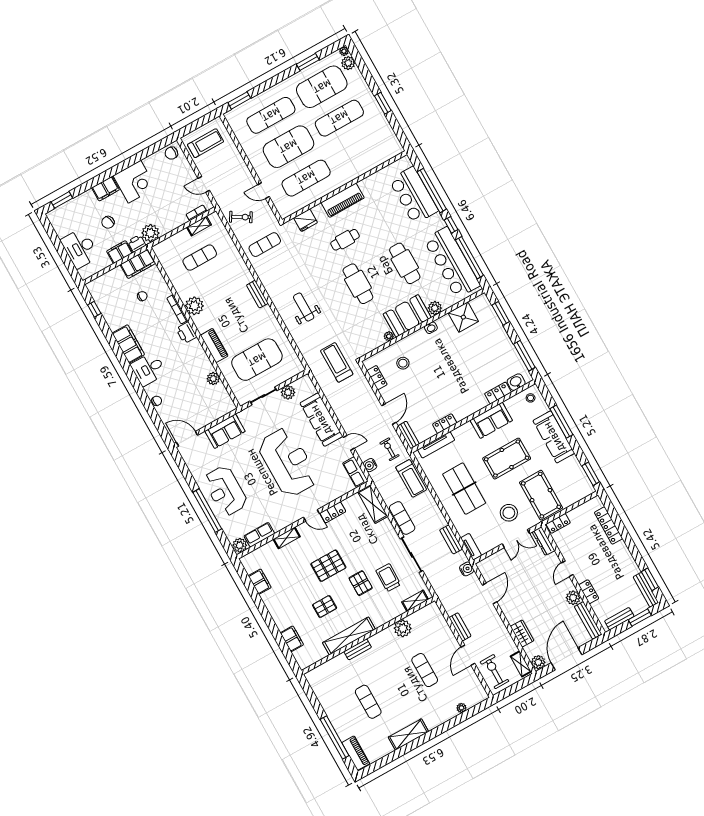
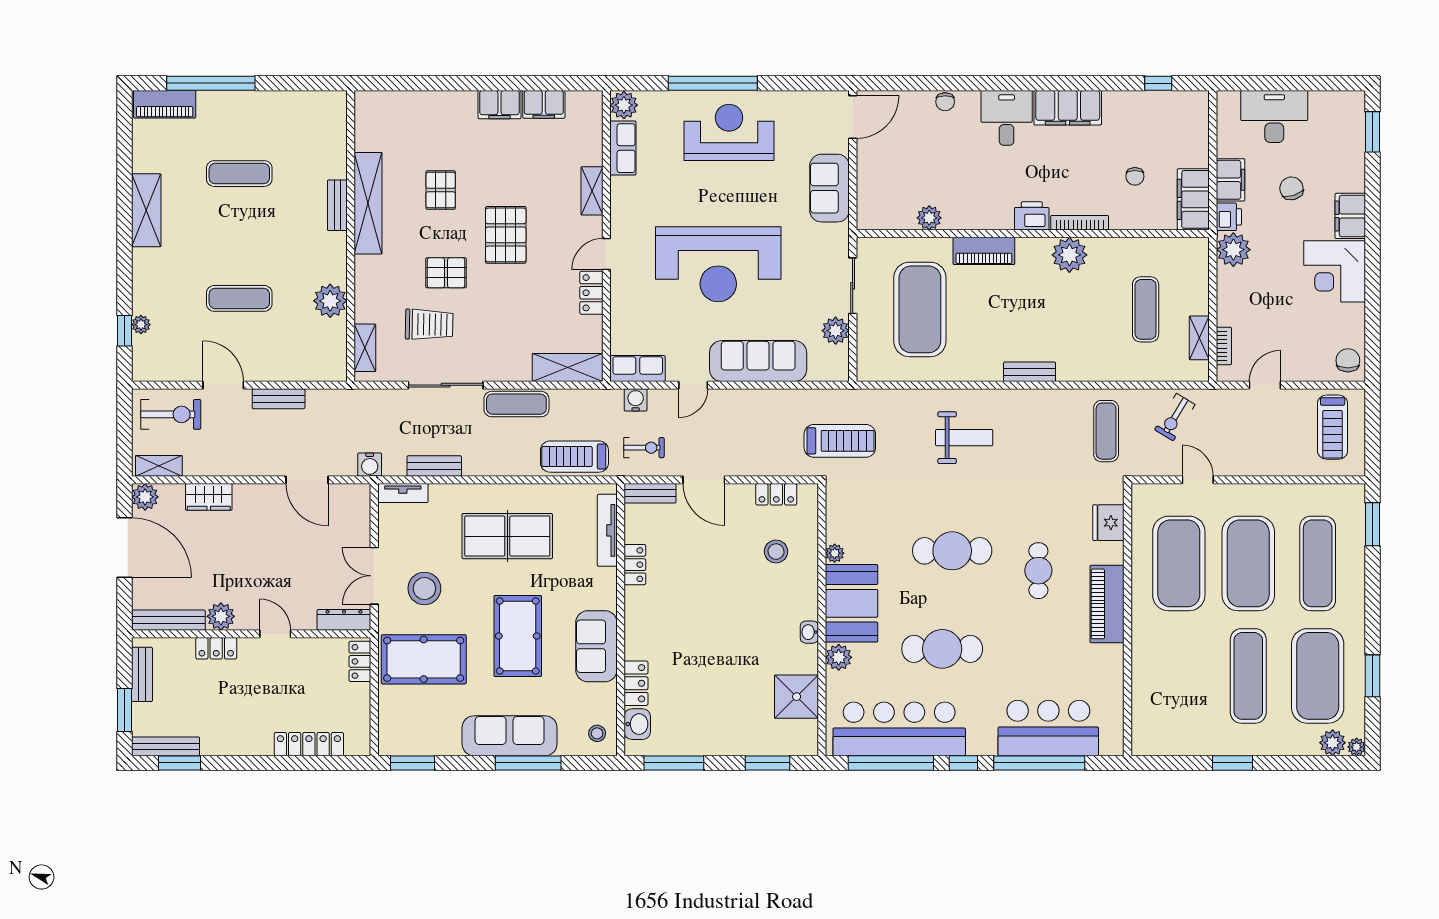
exercise mat: (306, 178) -> (1179, 563), width x1.47
door: (264, 191) -> (1198, 480), hinge flipped
filing cabinet: (292, 639) -> (499, 105), moved
window: (468, 714) -> (124, 331), added

